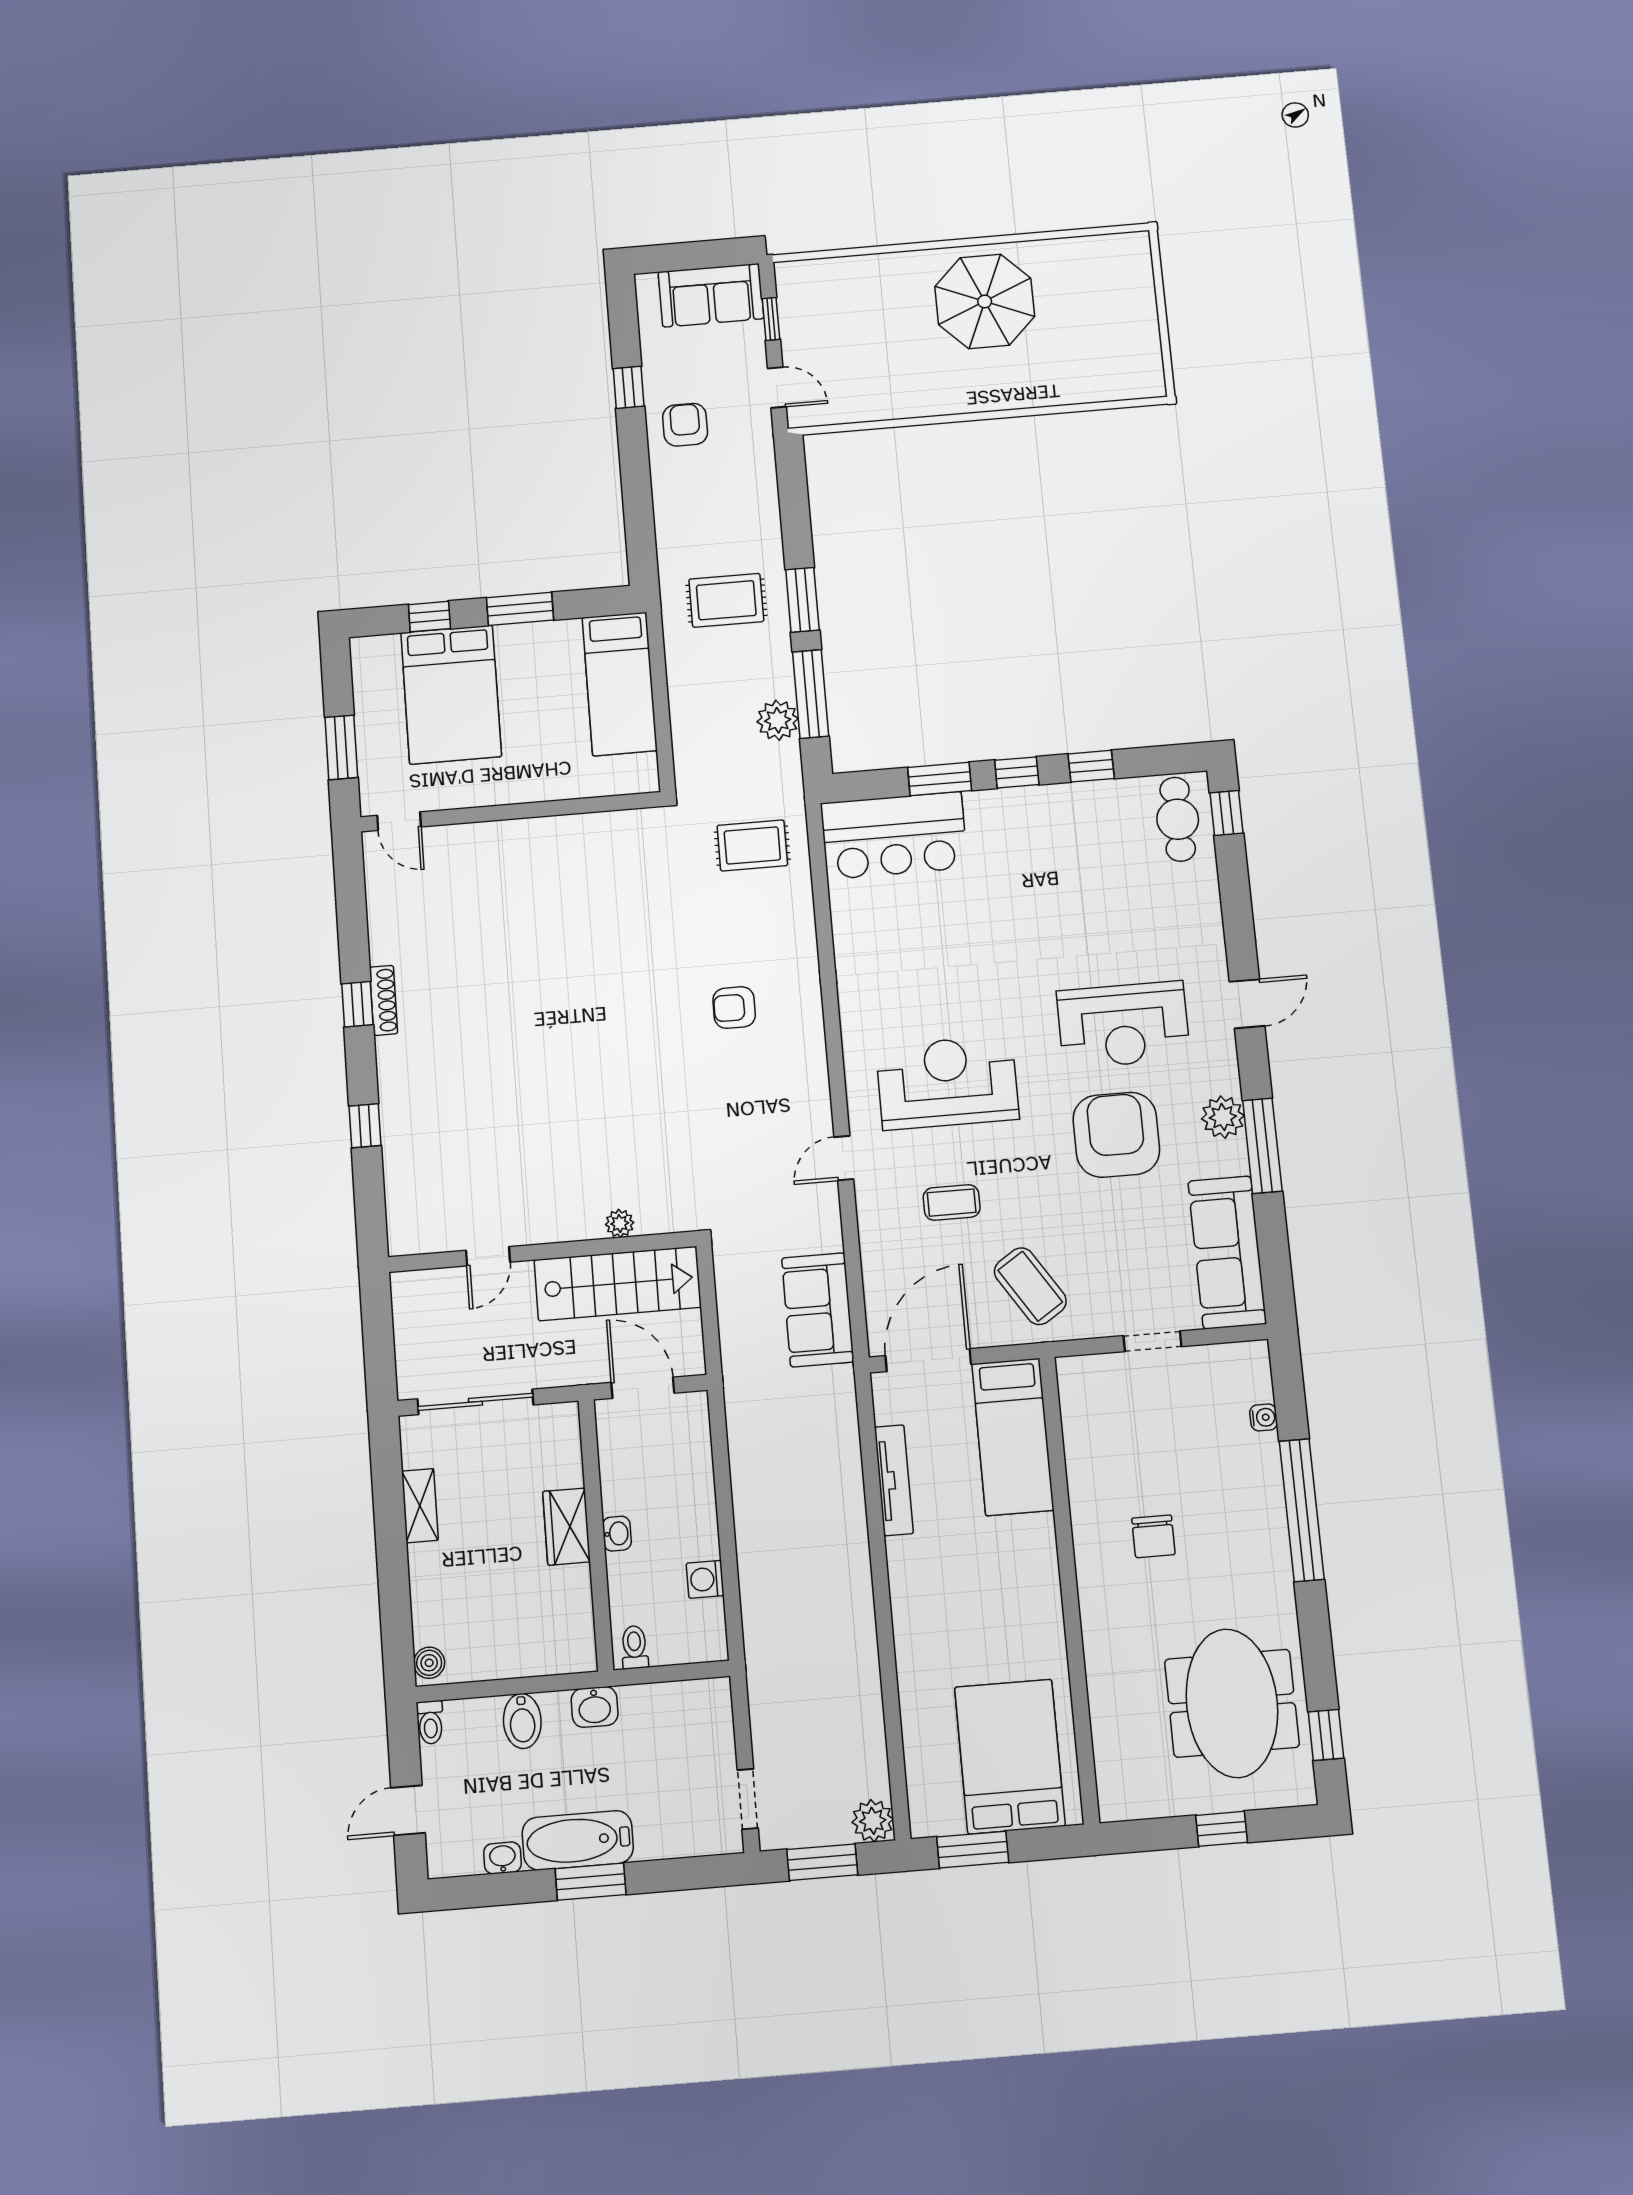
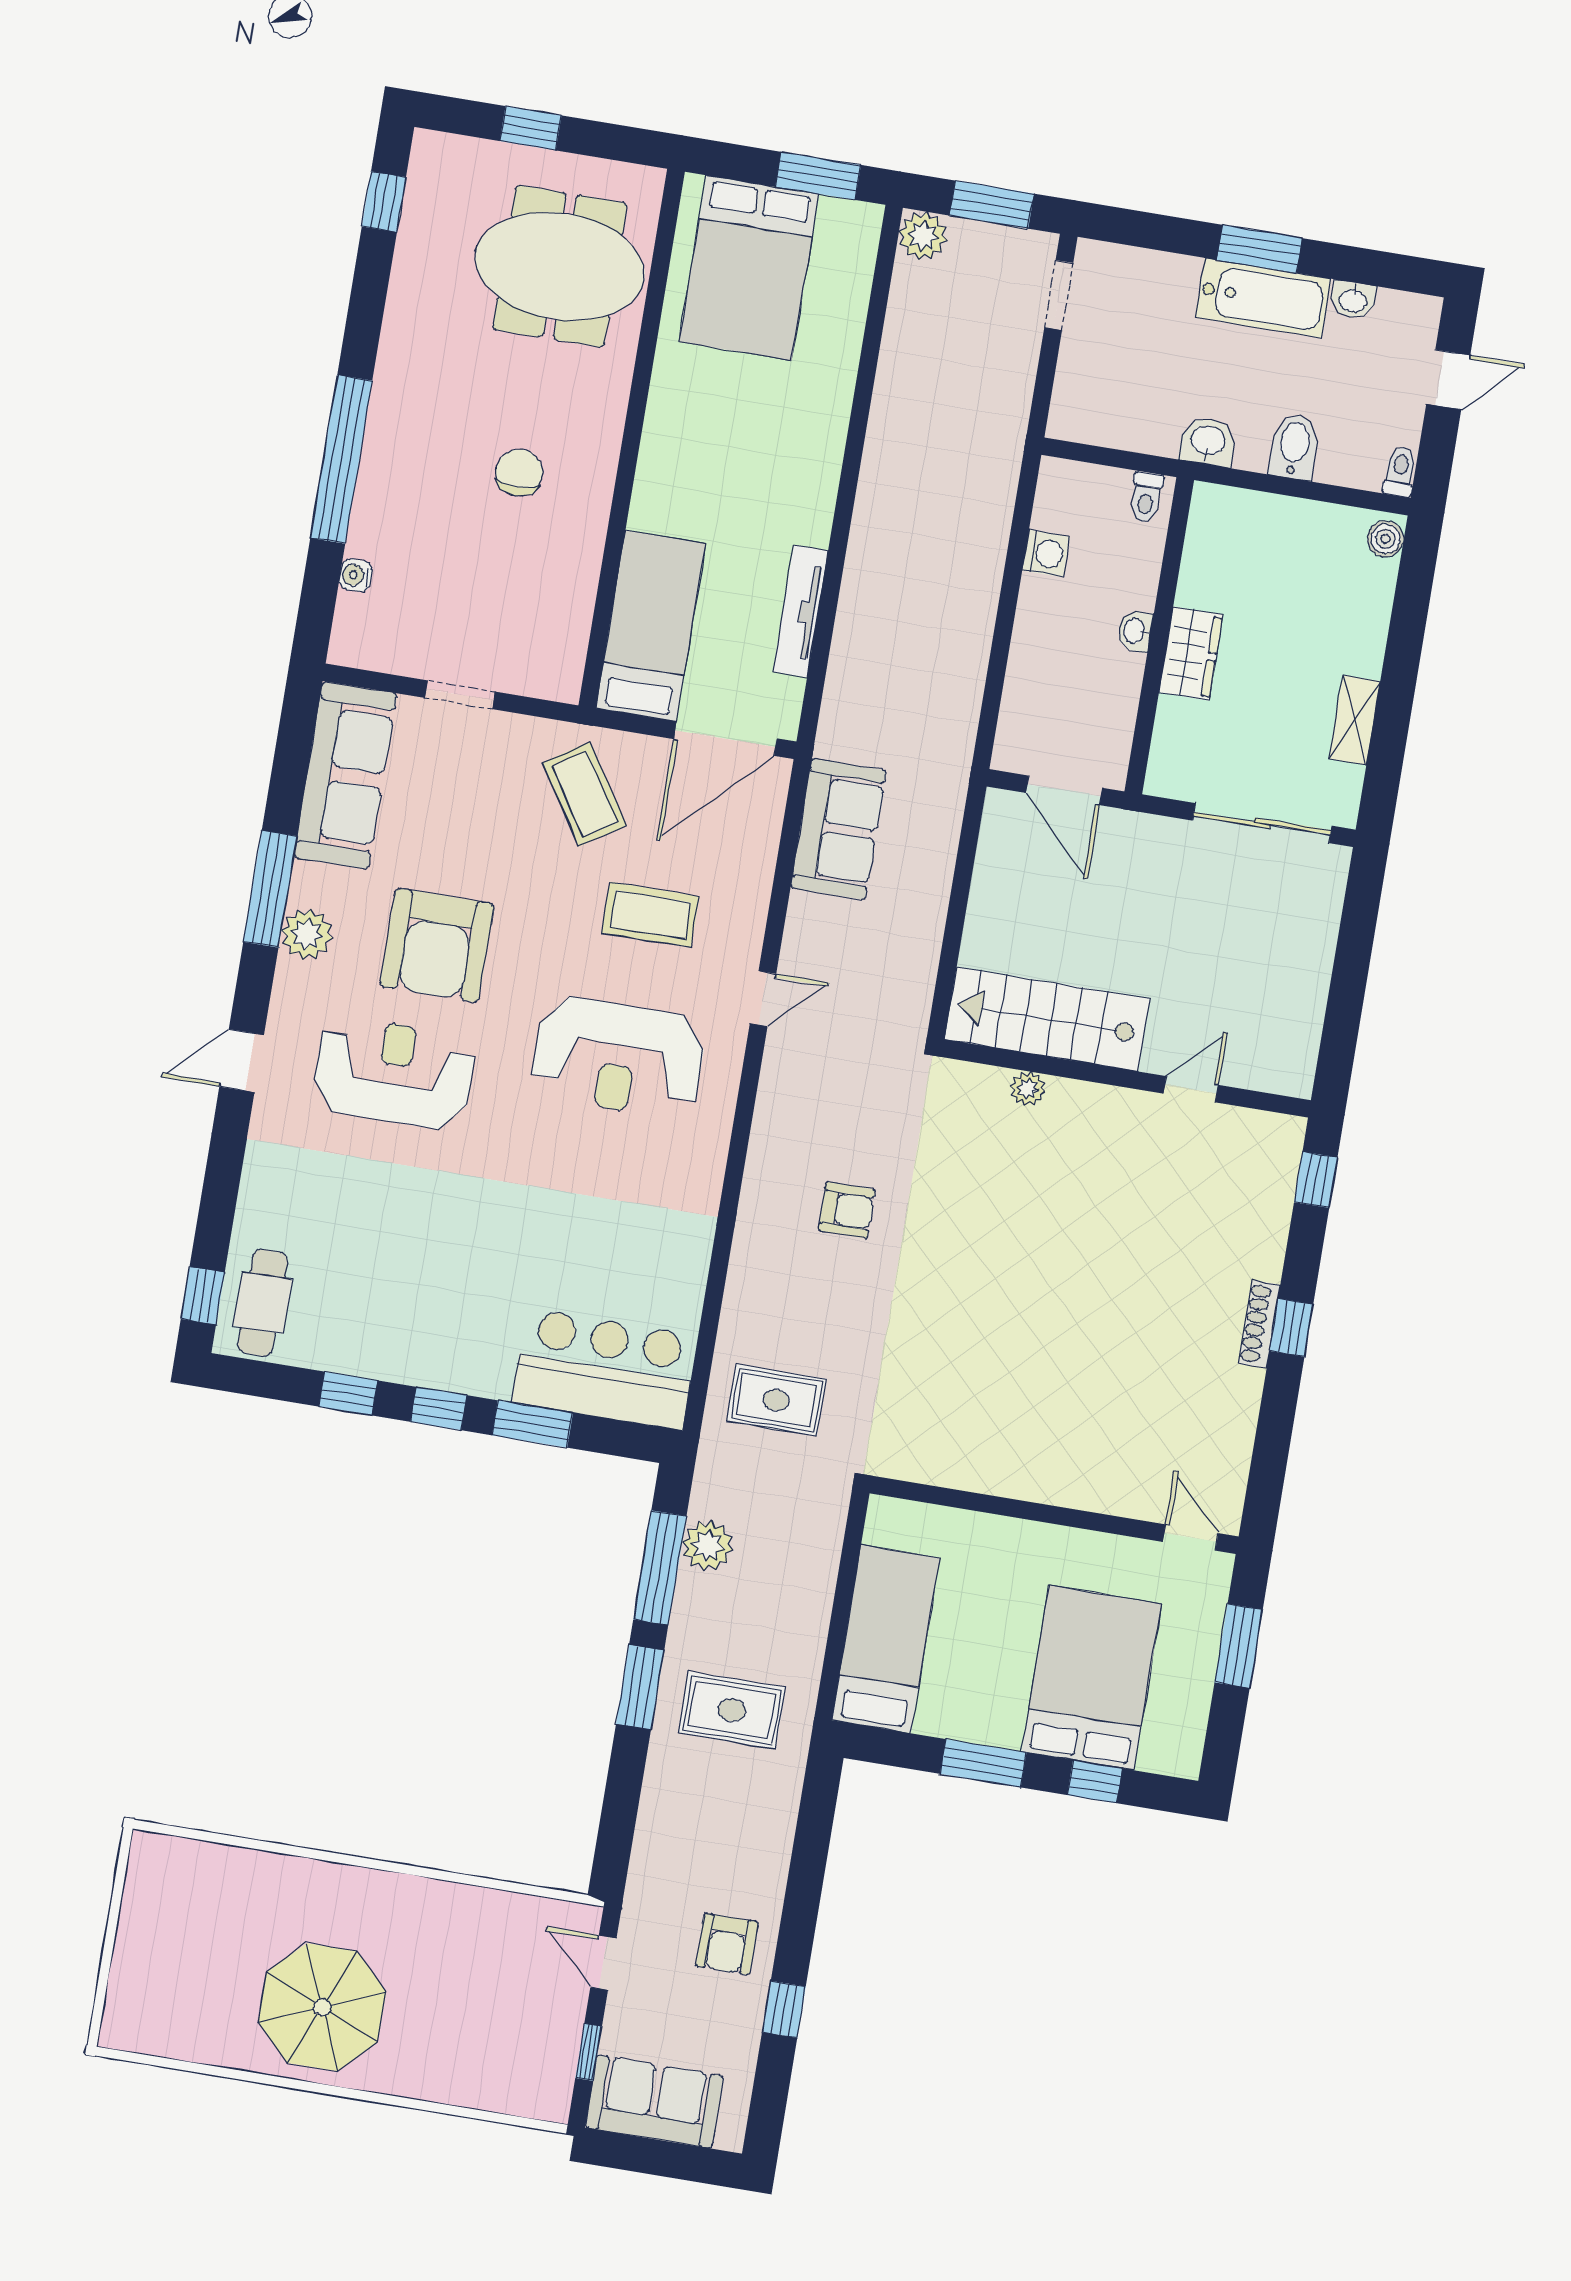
coffee table: (952, 1203) -> (650, 915), width x1.36, depth x1.30
plant: (620, 1223) -> (1028, 1089), moved
wall: (542, 1252) -> (1126, 1079), moved
door: (488, 1256) -> (1191, 1089), moved
stairs: (618, 1284) -> (1047, 1019), moved
meeting table: (1232, 1703) -> (560, 266), moved, turned 90

